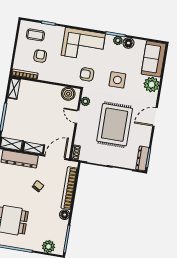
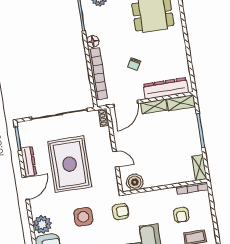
plant: (85, 101) -> (112, 180), removed
dresser: (142, 158) -> (29, 161), moved

